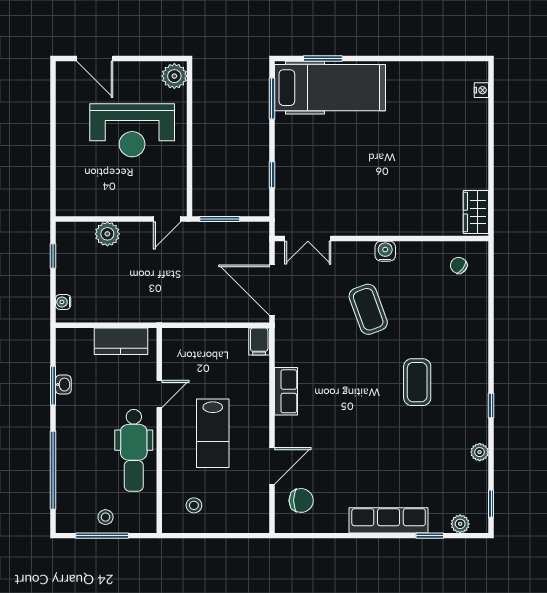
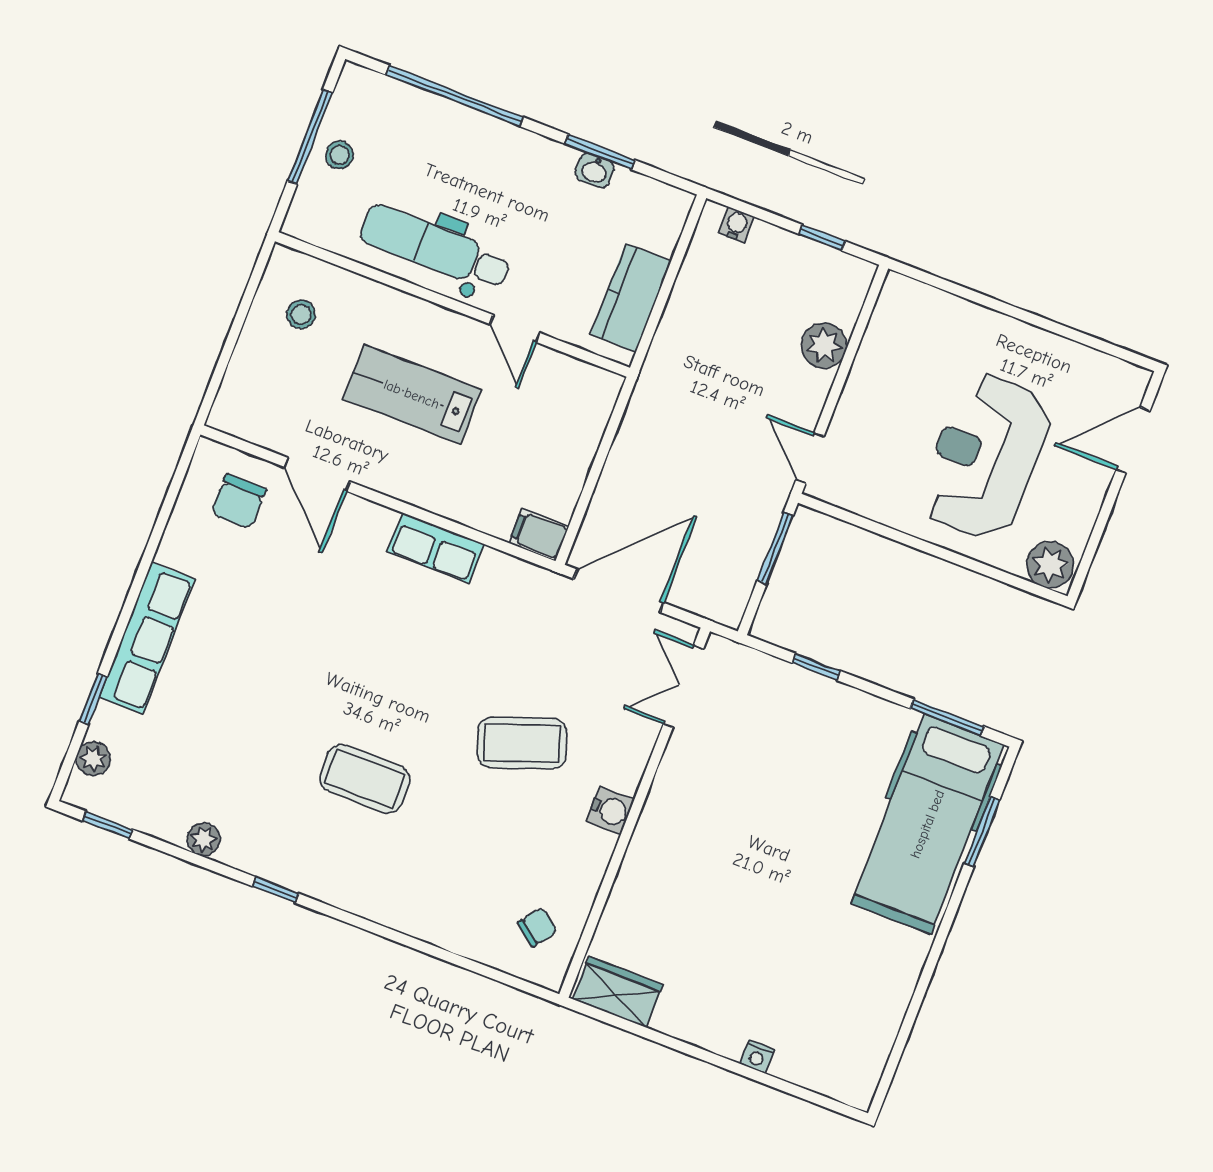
nightstand: (481, 90) -> (757, 1057), moved

